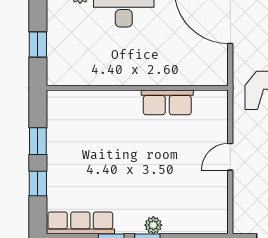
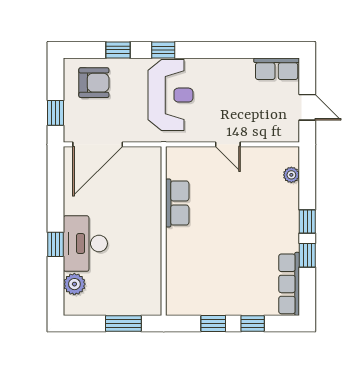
window: (38, 44) -> (123, 323), width x1.50
plant: (153, 225) -> (291, 175), moved

